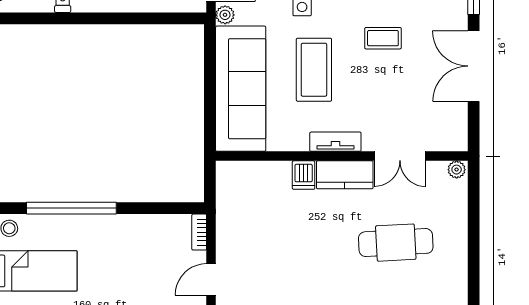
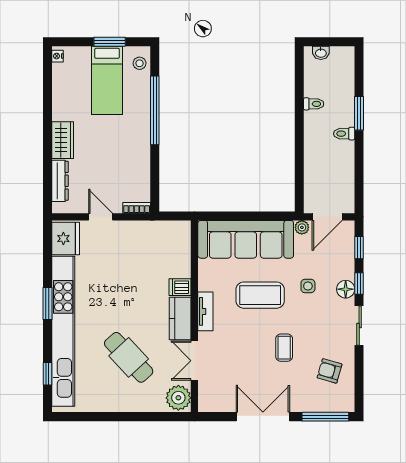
plant: (457, 170) -> (178, 398), width x1.88, depth x1.88
cafe table: (396, 243) -> (129, 357), turned -40

